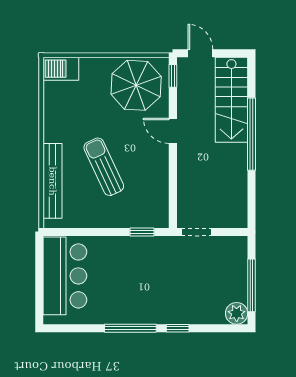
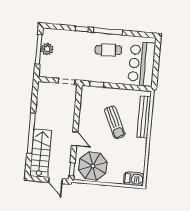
cafe table: (127, 295) -> (108, 50), added
plant: (237, 313) -> (47, 49), moved

